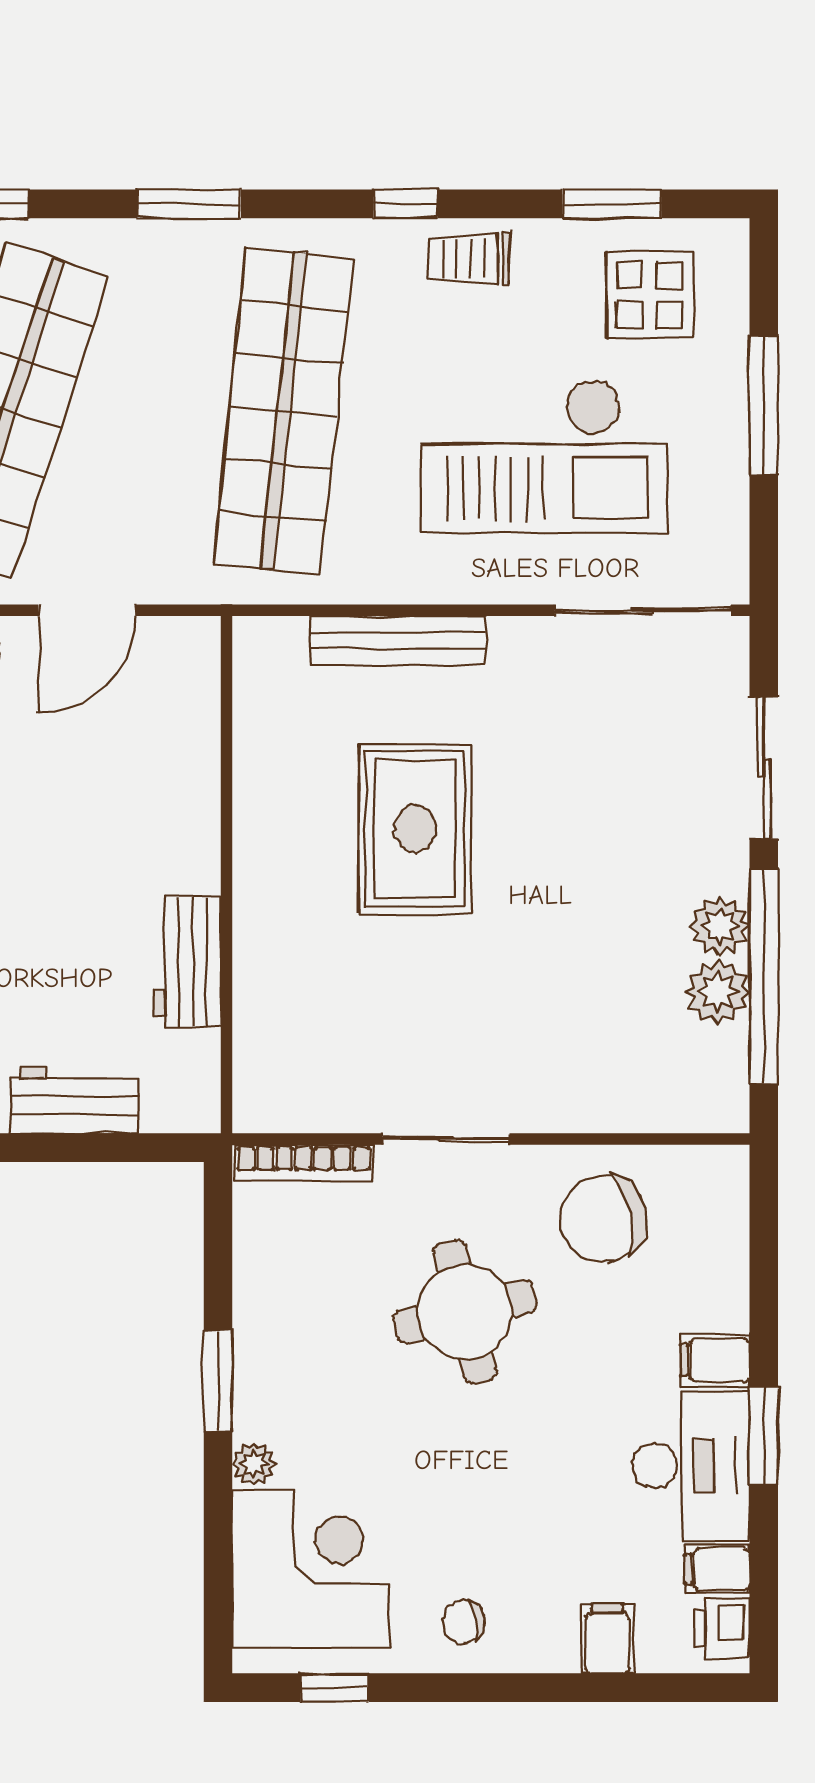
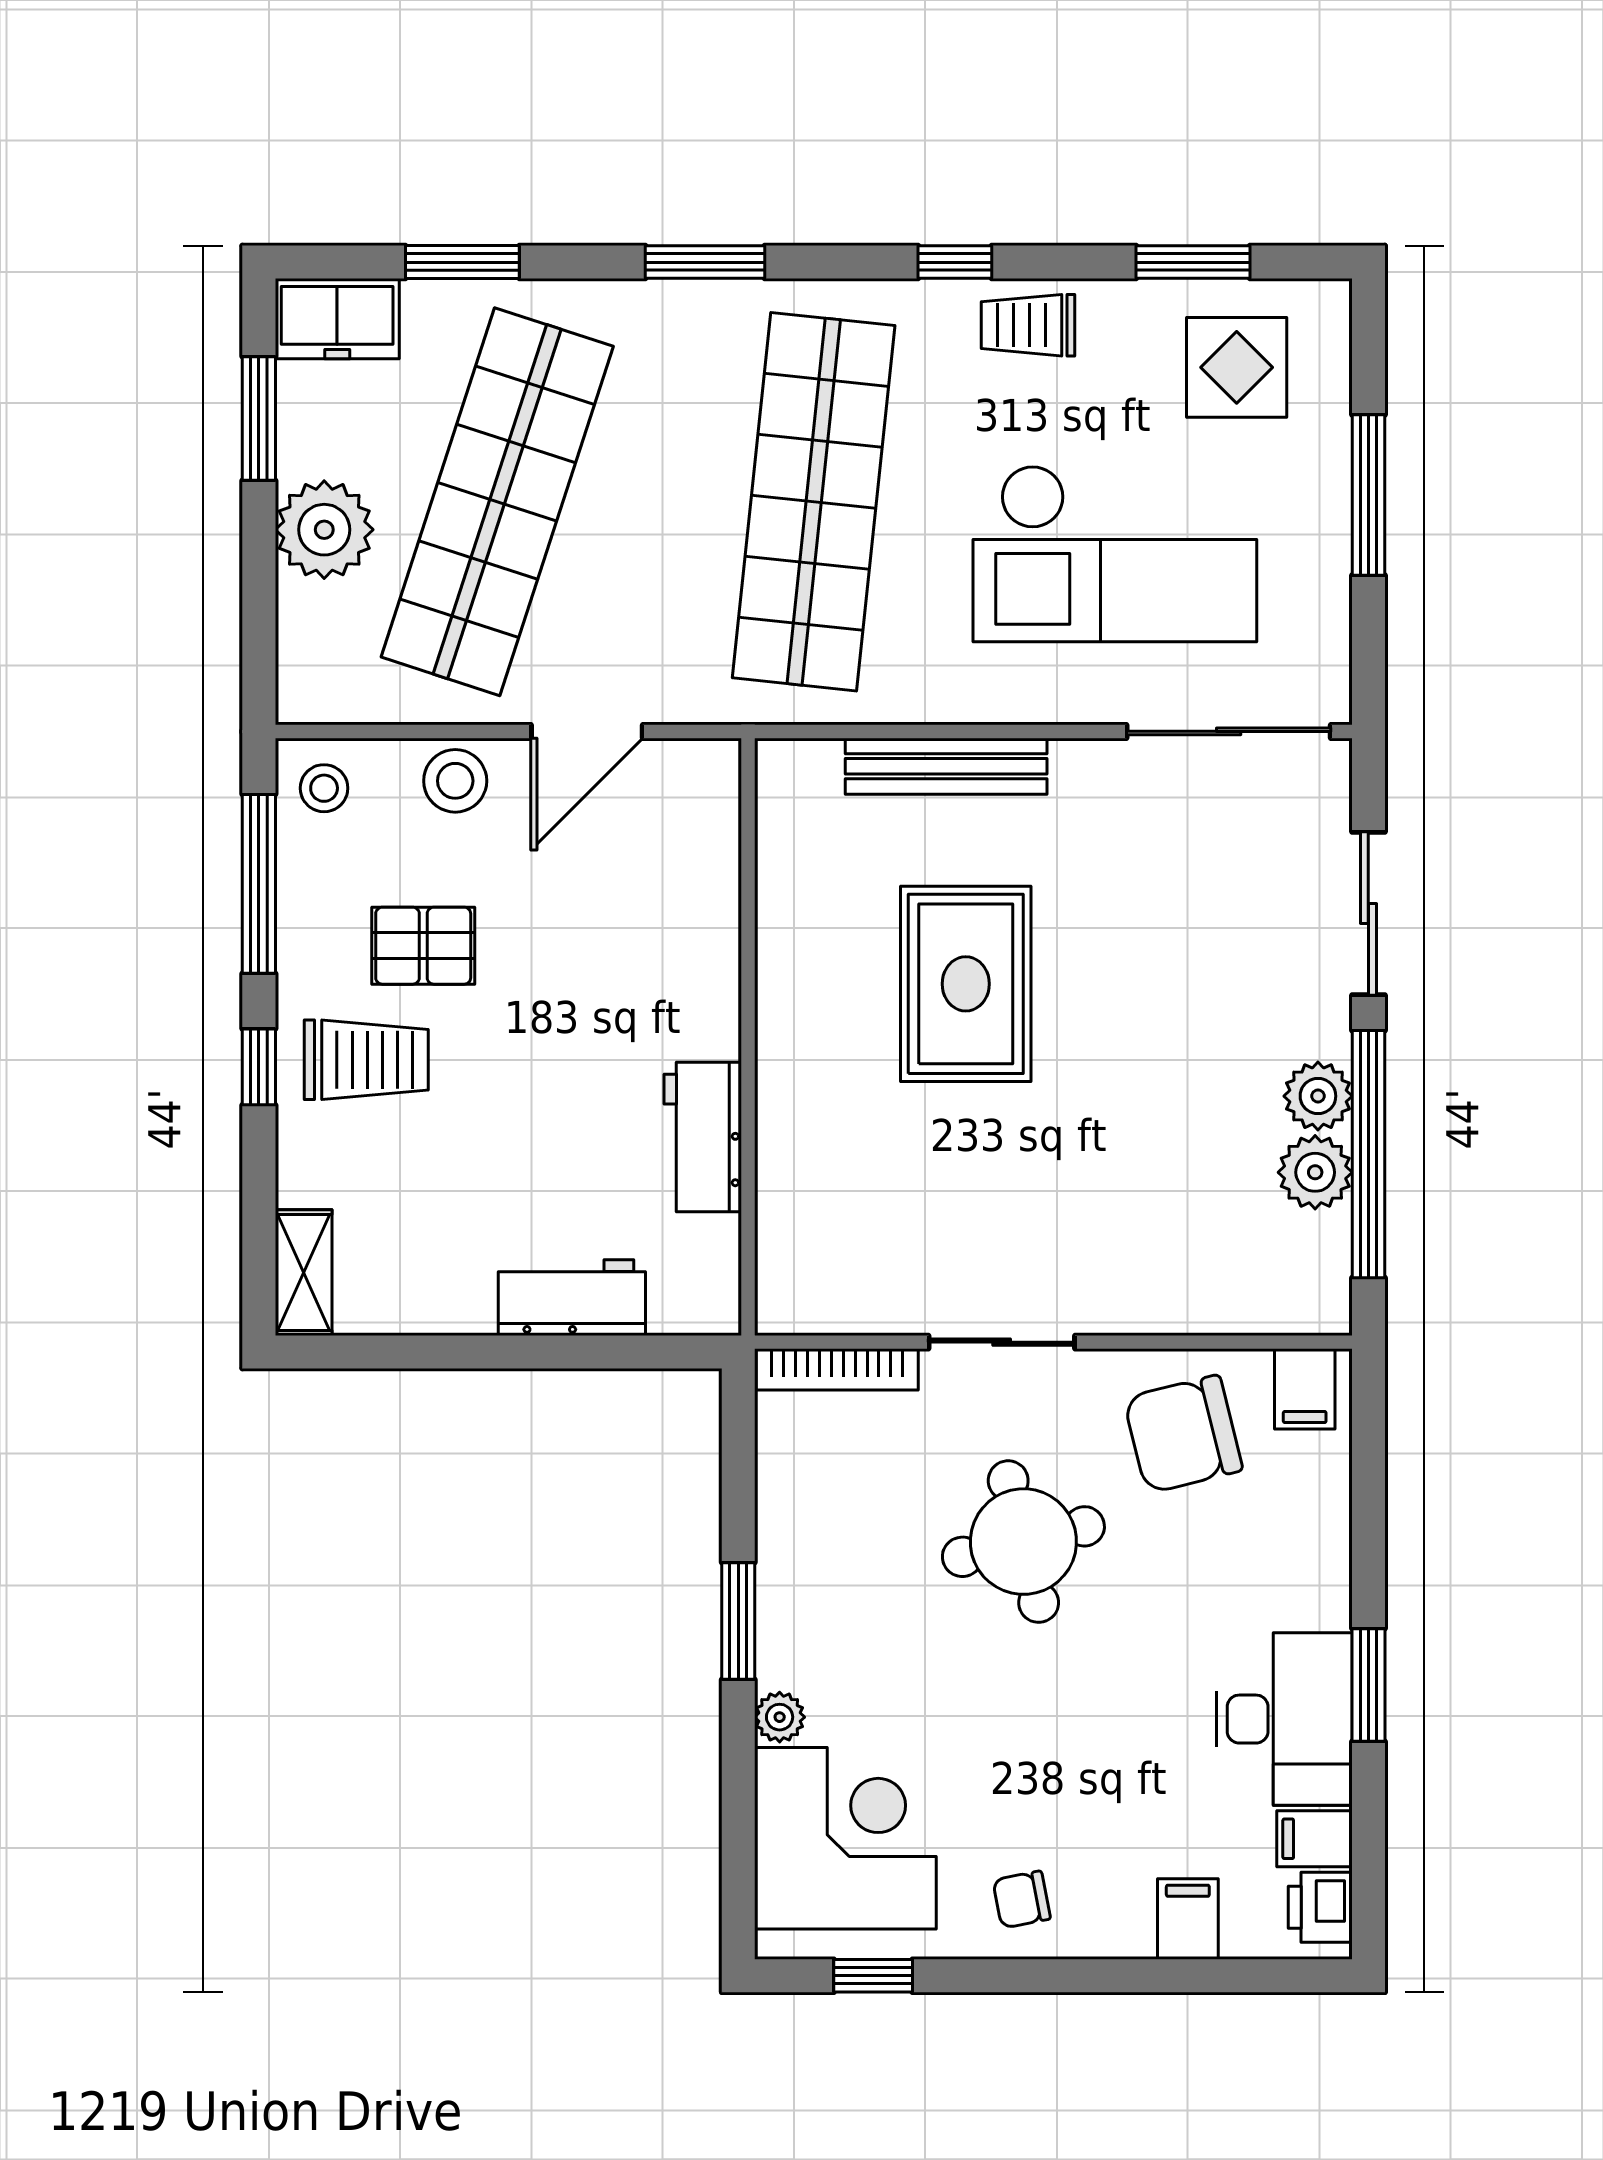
filing cabinet: (715, 1360) -> (1305, 1389), moved, turned -90

